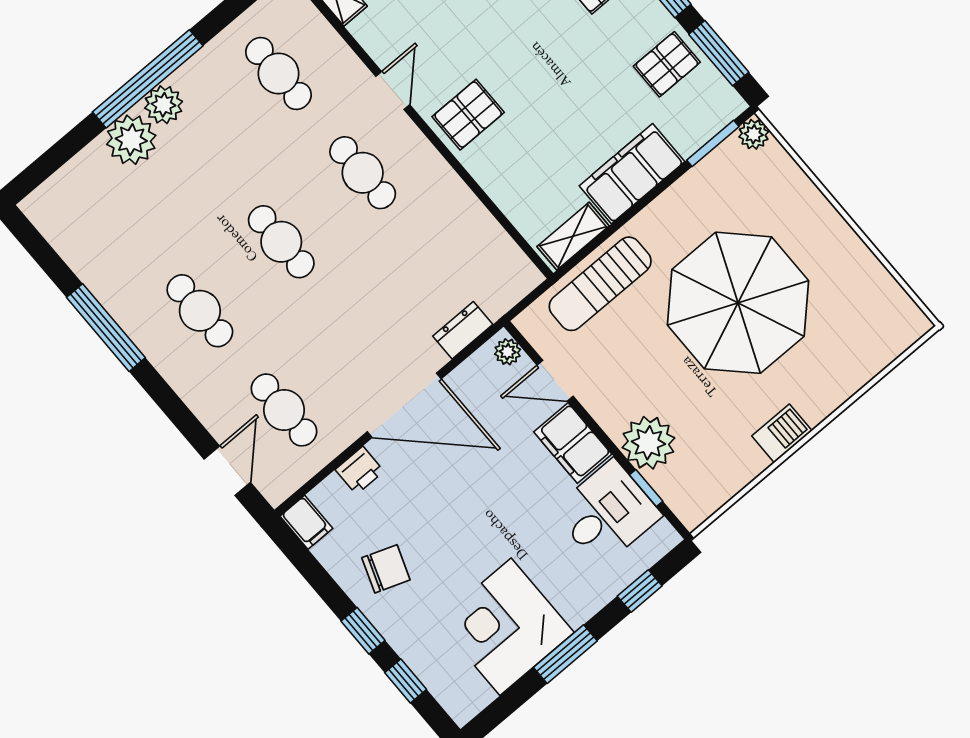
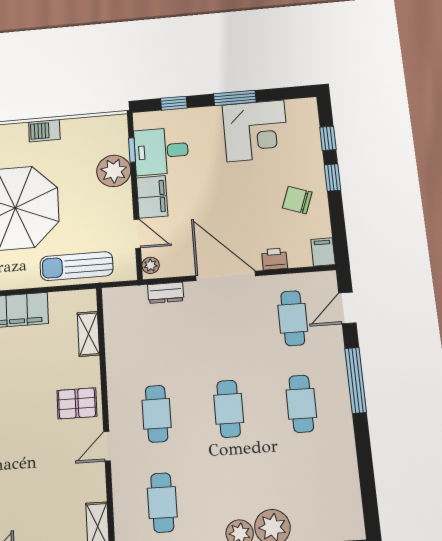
shelving: (573, 236) -> (88, 334), moved, turned 90
sun lounger: (600, 284) -> (77, 266), turned 180
window: (106, 328) -> (356, 380), moved

